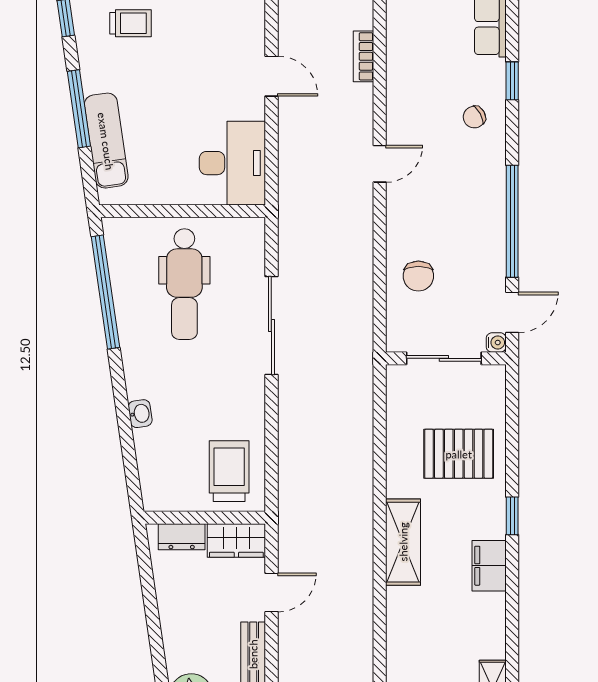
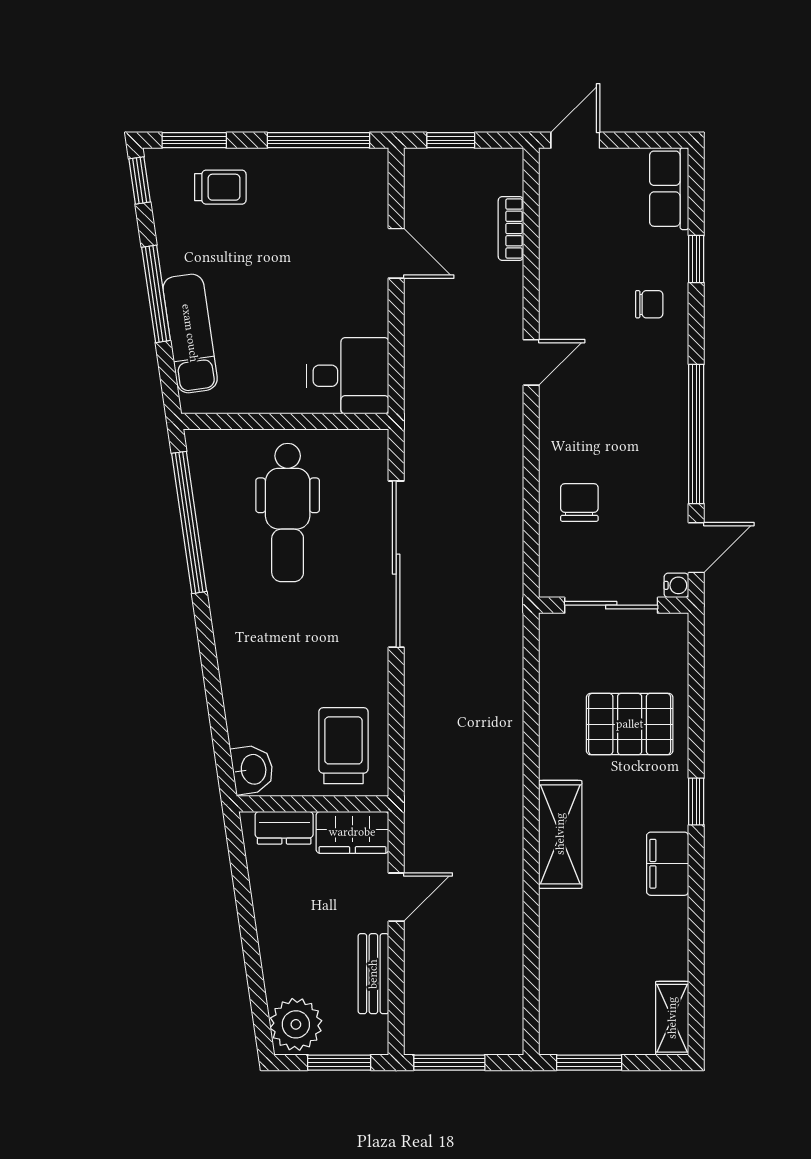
chair: (474, 117) -> (649, 304), turned -151
desk: (232, 163) -> (348, 376), width x0.73
chair: (418, 276) -> (579, 503), turned 180
sliding door: (271, 325) -> (396, 564), width x1.36
washbasin: (140, 414) -> (252, 769), moved, width x1.38, depth x1.45

